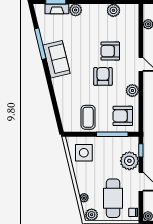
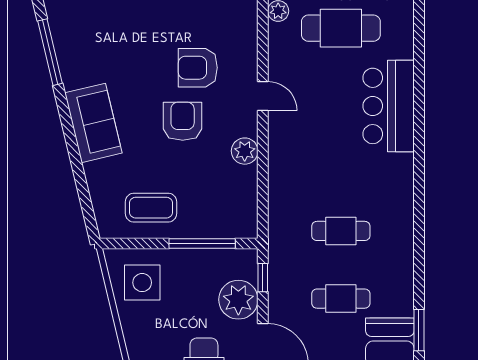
sofa: (56, 59) -> (93, 123), moved
armchair: (123, 116) -> (224, 205), removed
coffee table: (88, 117) -> (151, 208), turned 90

